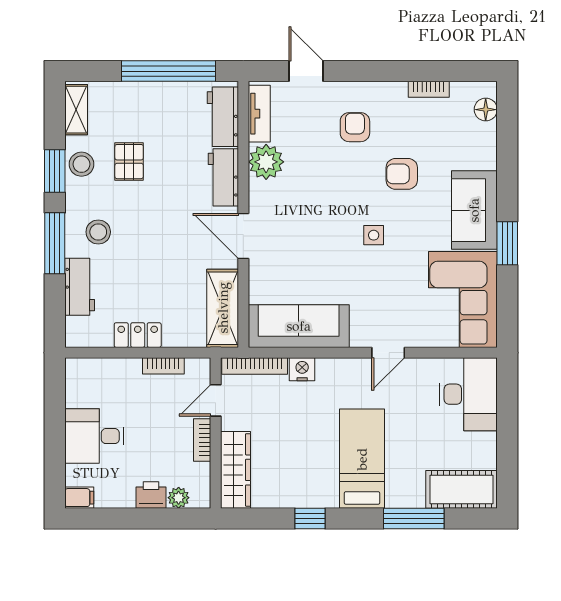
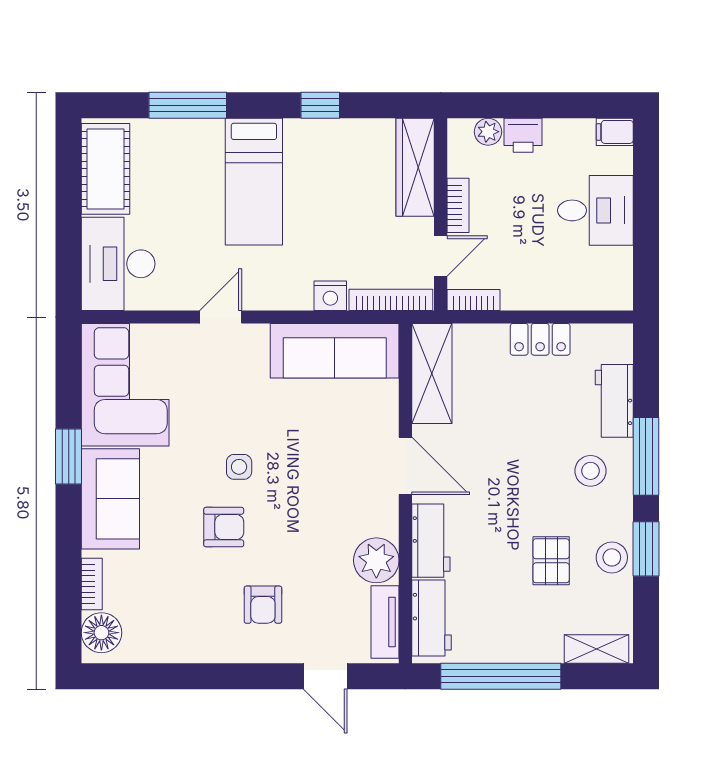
bookcase: (429, 89) -> (92, 584), moved, turned 90
shelving: (76, 110) -> (597, 649), moved, turned 90
floor lamp: (486, 110) -> (101, 633), width x1.38, depth x1.38
armchair: (402, 174) -> (224, 527), moved
bookcase: (163, 366) -> (473, 300), moved
cot: (462, 489) -> (106, 169), moved, turned 90

